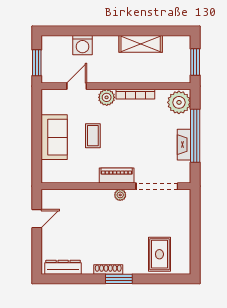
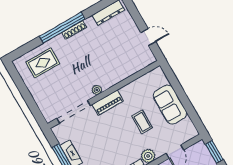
door: (37, 219) -> (148, 37), swing flipped
rug: (159, 254) -> (43, 63), turned 90
window: (119, 279) -> (62, 28), width x2.11

